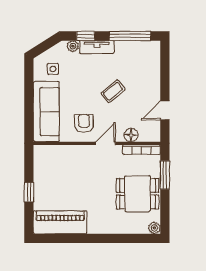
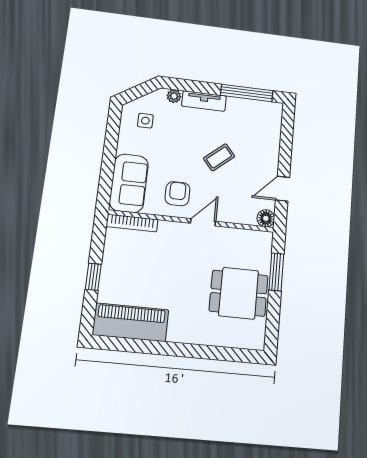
window: (86, 36) -> (192, 86), removed
sofa: (46, 112) -> (129, 183), width x0.73
floor lamp: (131, 135) -> (266, 218), moved
bookcase: (141, 150) -> (132, 223), moved
plant: (154, 228) -> (257, 342), removed

